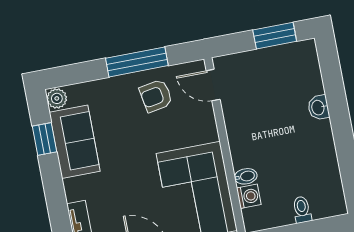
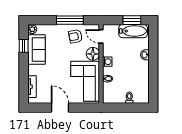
bathtub: (282, 60) -> (133, 31), added
floor lamp: (202, 127) -> (93, 54), added
washing machine: (249, 196) -> (107, 62), moved

